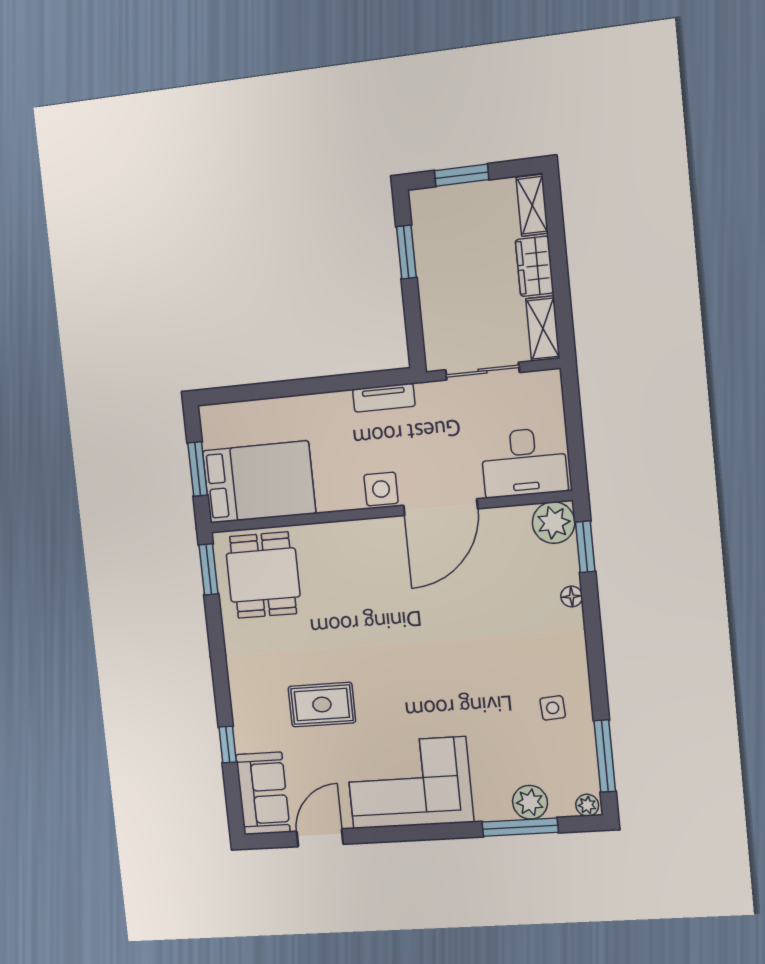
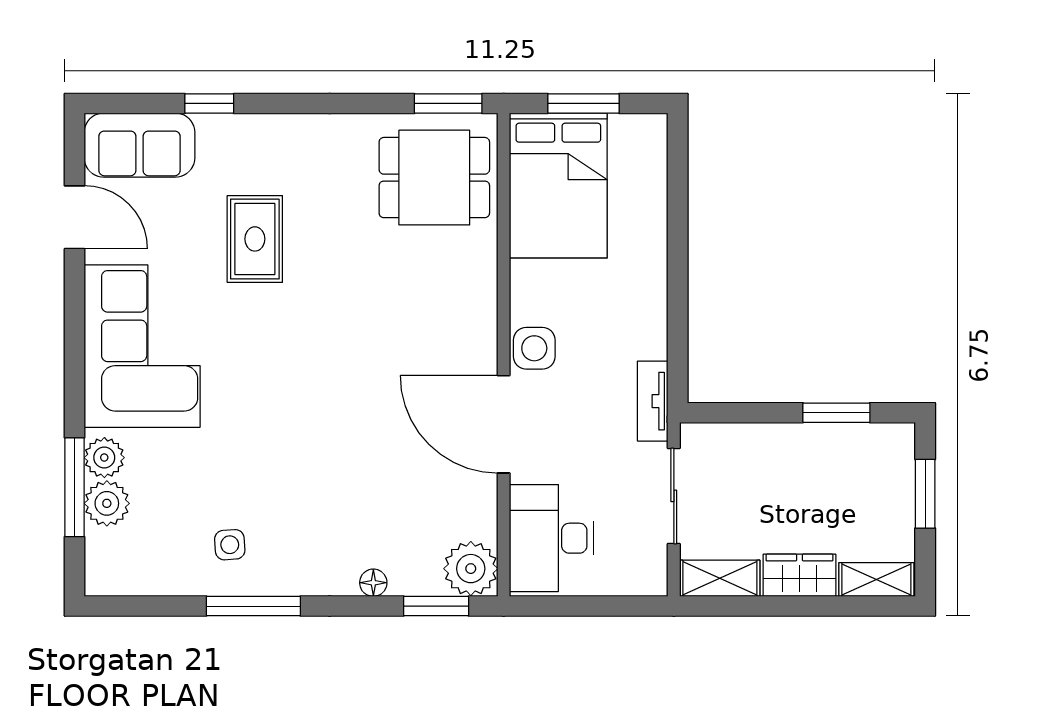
tv unit: (384, 398) -> (653, 401), moved
window: (605, 756) -> (253, 606), moved
plant: (587, 805) -> (104, 458), moved, width x1.38, depth x1.38

